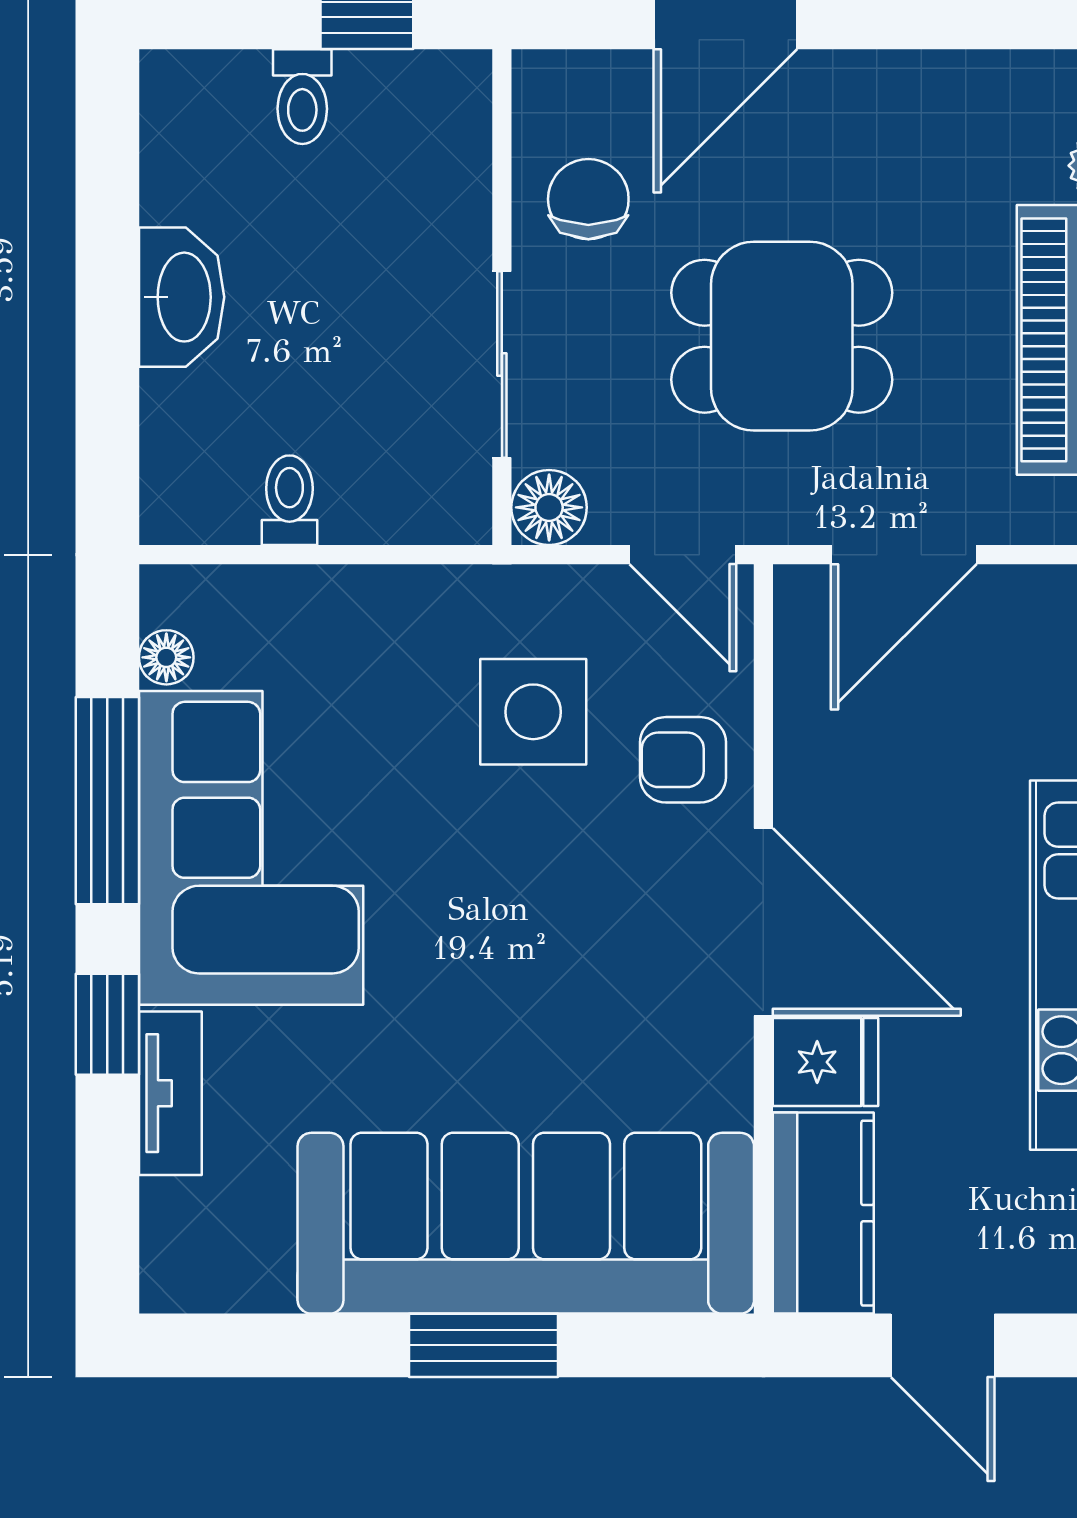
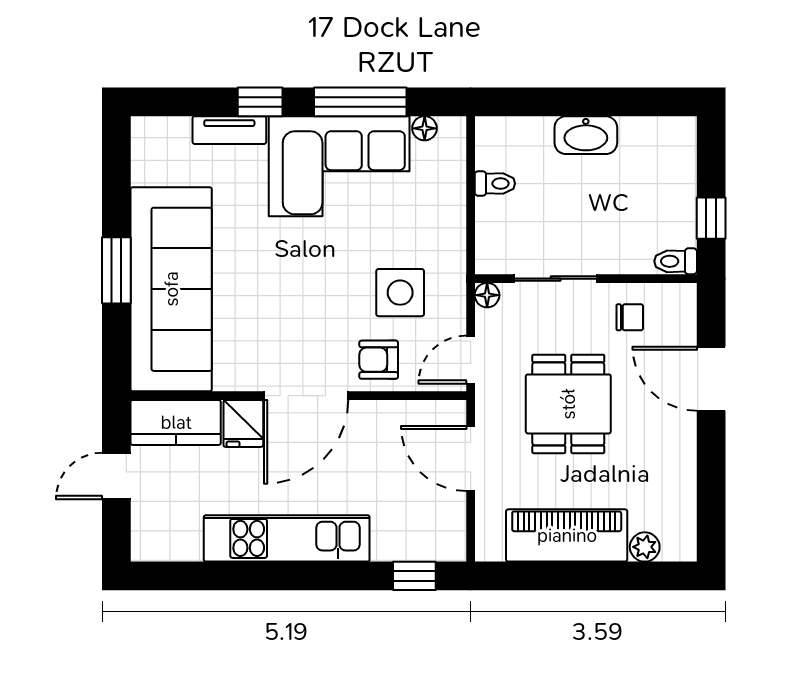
toilet: (302, 97) -> (676, 261), moved
chair: (588, 199) -> (630, 317), width x0.73, depth x0.73
floor lamp: (549, 507) -> (487, 295), width x0.73, depth x0.73
armchair: (683, 760) -> (379, 360), turned -90

